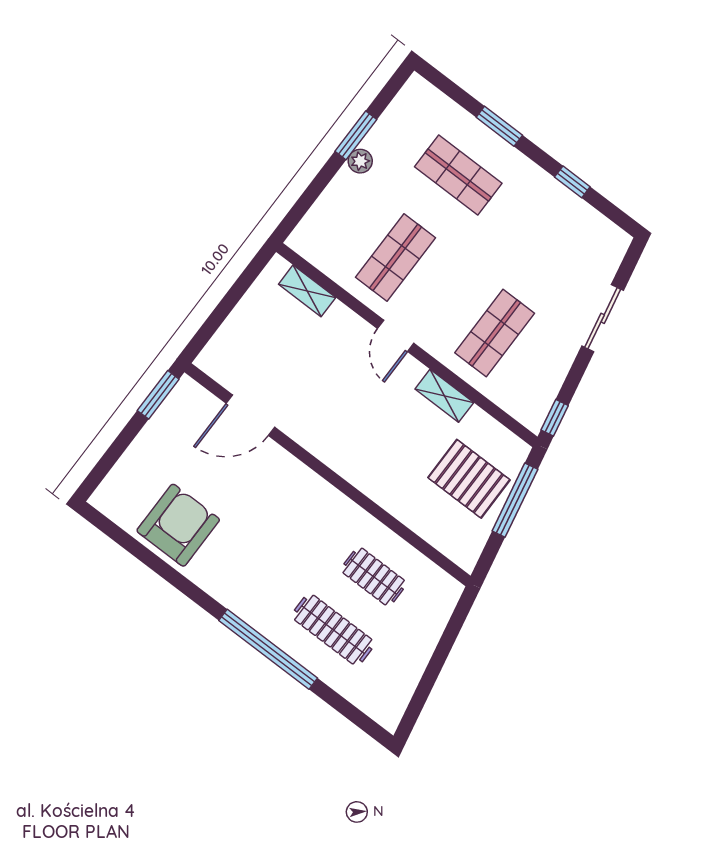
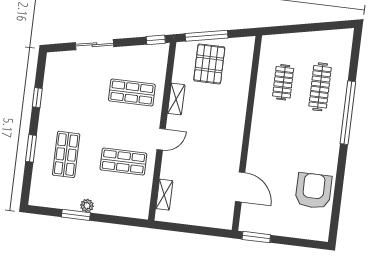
armchair: (178, 525) -> (313, 191), turned 90

